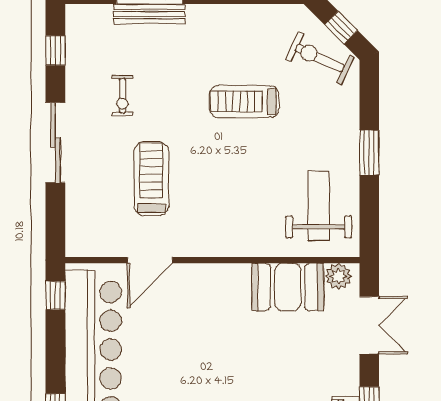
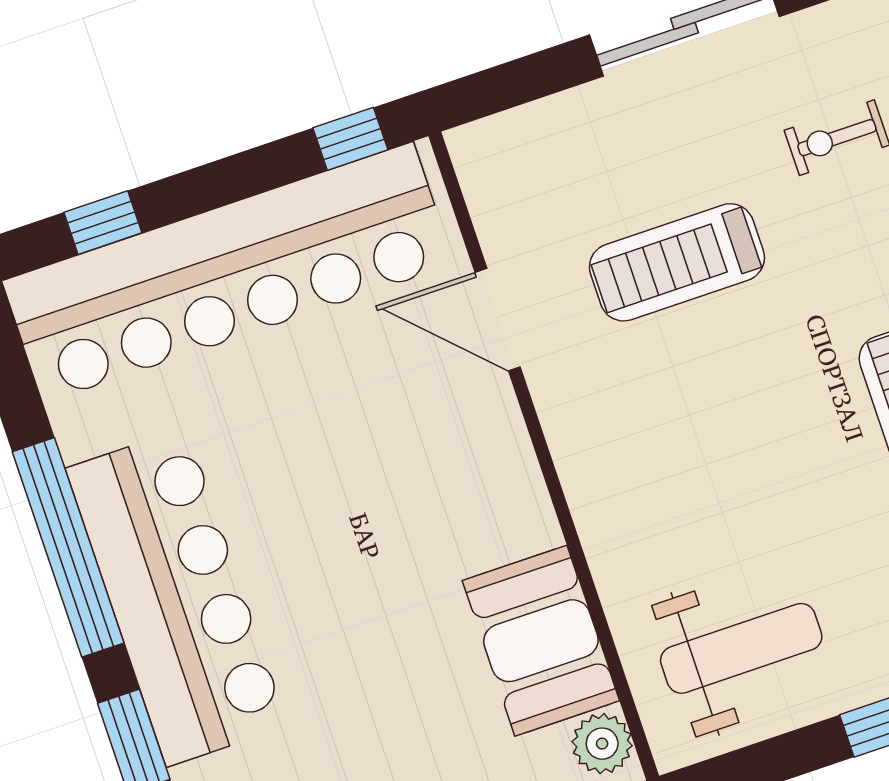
treadmill: (151, 179) -> (677, 262), turned 180

